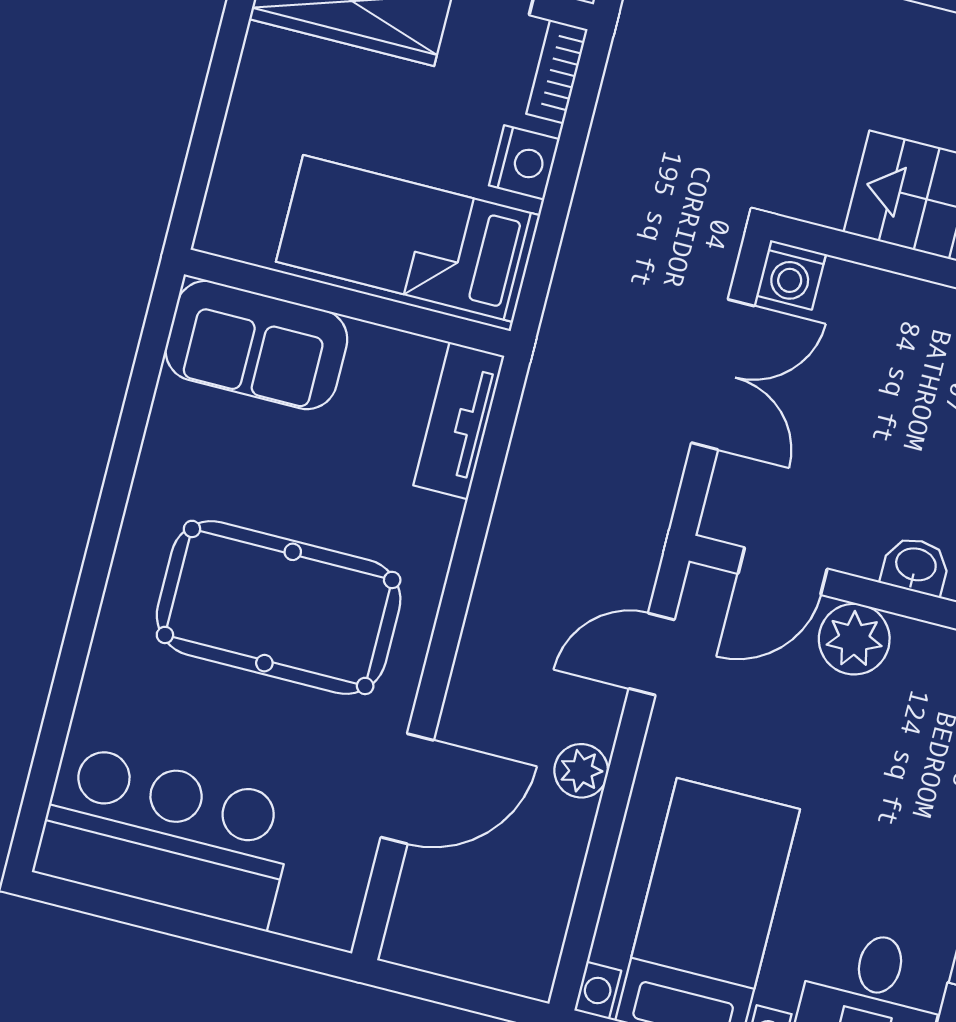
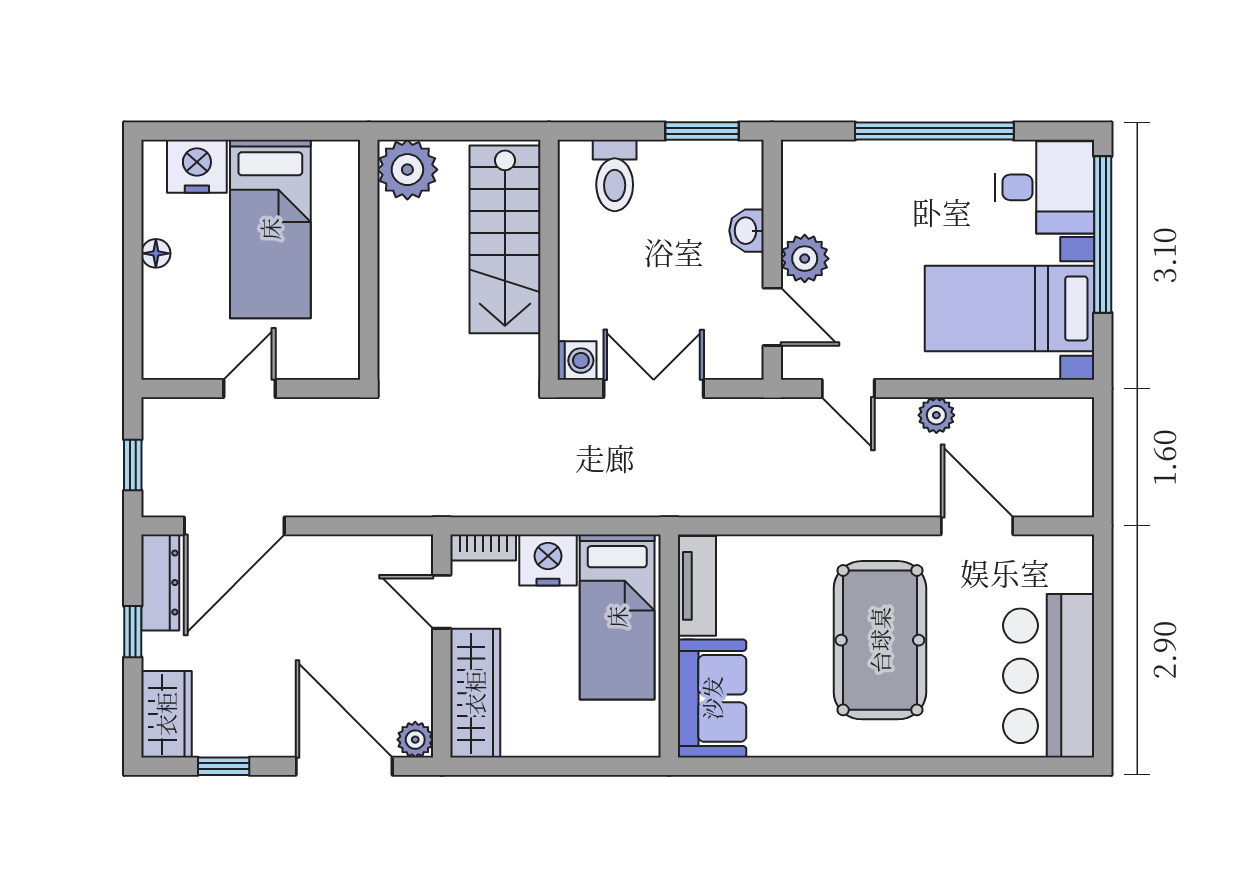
nightstand: (524, 162) -> (548, 560), width x1.36, depth x1.33
tv unit: (459, 421) -> (697, 586), moved, turned -90

